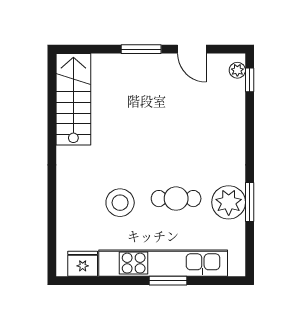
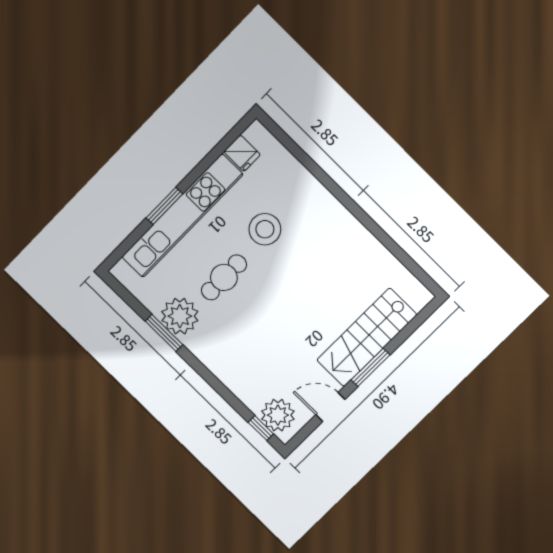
plant: (237, 70) -> (278, 415), width x1.88, depth x1.88
stairs: (73, 99) -> (367, 337), moved, turned 90
fridge: (83, 264) -> (242, 153), width x0.72

